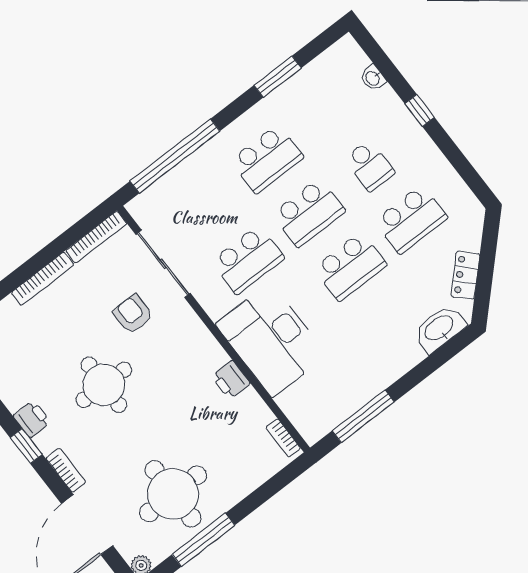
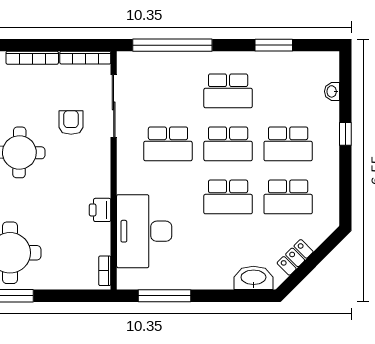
school desk: (369, 166) -> (288, 144), width x1.85
desk: (271, 340) -> (144, 231), moved

